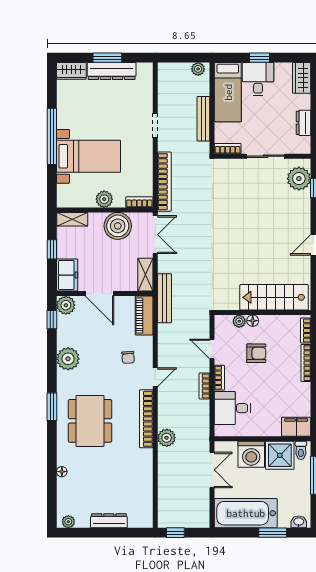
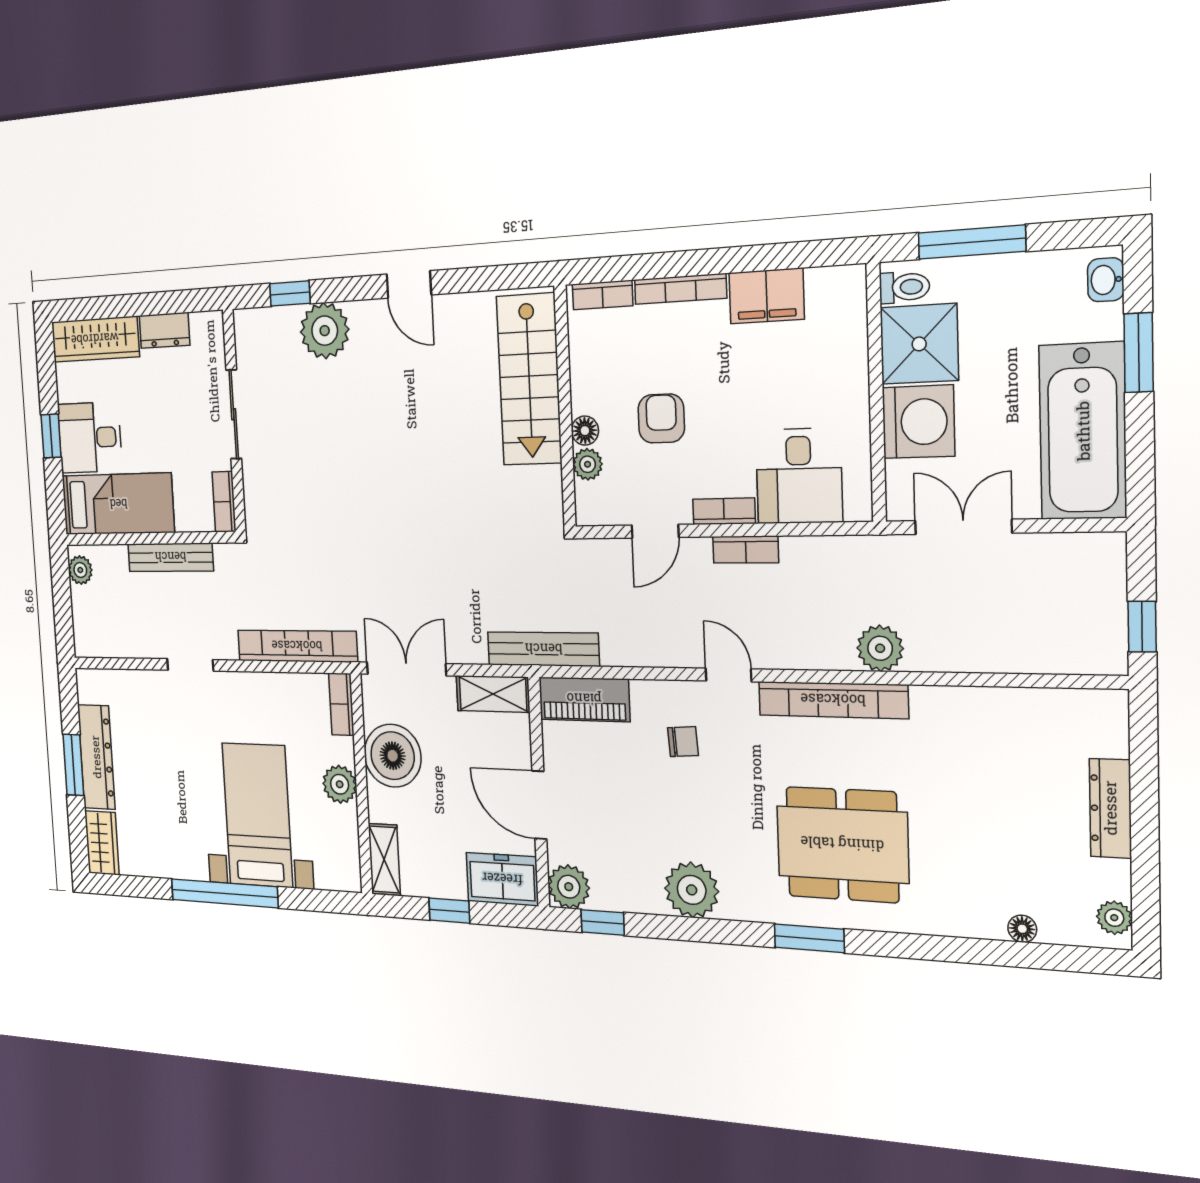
wardrobe: (302, 78) -> (95, 339), width x1.50
plant: (299, 179) -> (325, 331), moved
door: (100, 294) -> (539, 805), swing flipped
filing cabinet: (296, 427) -> (766, 296), moved, turned -90
floor lamp: (62, 472) -> (1022, 929), moved

